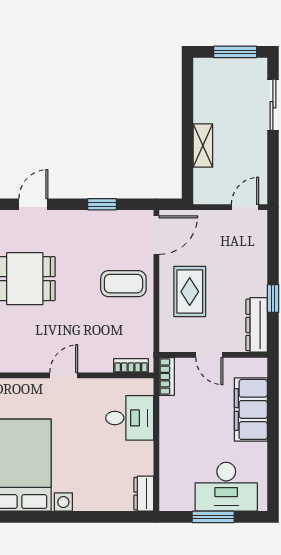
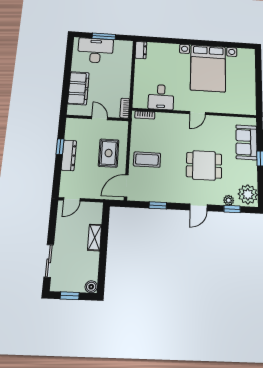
window: (235, 52) -> (70, 296), width x0.67
boiler: (203, 67) -> (91, 287), added
dresser: (257, 325) -> (69, 155), moved
door: (64, 375) -> (197, 113), moved
desk: (130, 418) -> (161, 97), moved, turned -90

